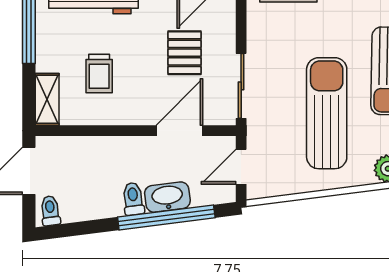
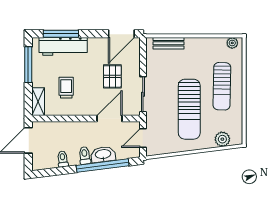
trolley: (99, 73) -> (66, 88), turned 180
sun lounger: (327, 113) -> (189, 109), turned 180
toilet: (50, 211) -> (63, 159), moved

